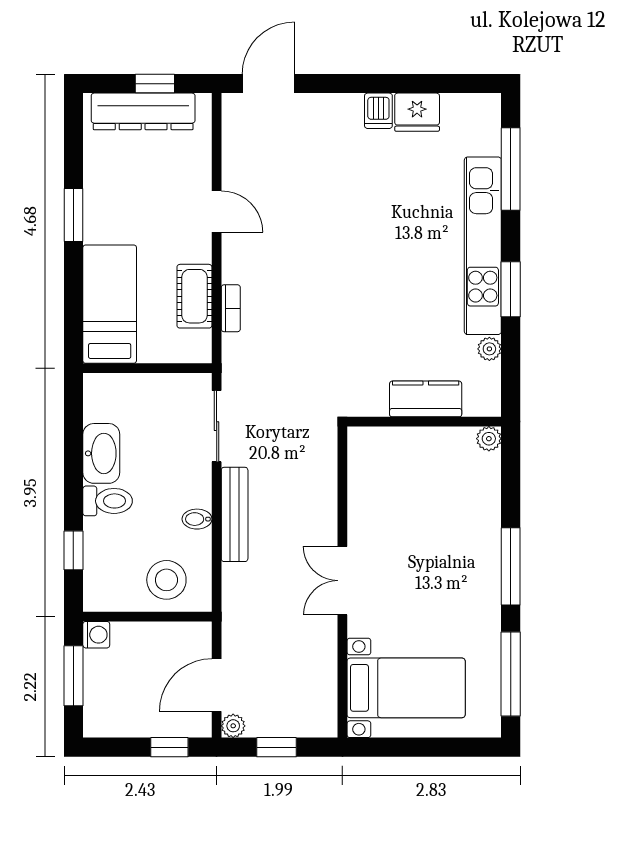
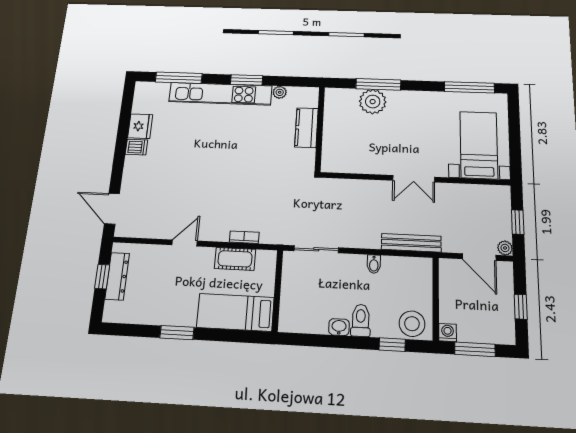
dresser: (143, 111) -> (117, 276), width x0.73, depth x0.80
plant: (489, 439) -> (373, 102), moved, width x1.88, depth x1.88
washbasin: (101, 453) -> (339, 327), width x0.52, depth x0.69
bench: (235, 514) -> (411, 243), moved
window: (511, 566) -> (378, 84), moved
stool: (166, 580) -> (412, 324), moved
window: (169, 747) -> (521, 307), moved

